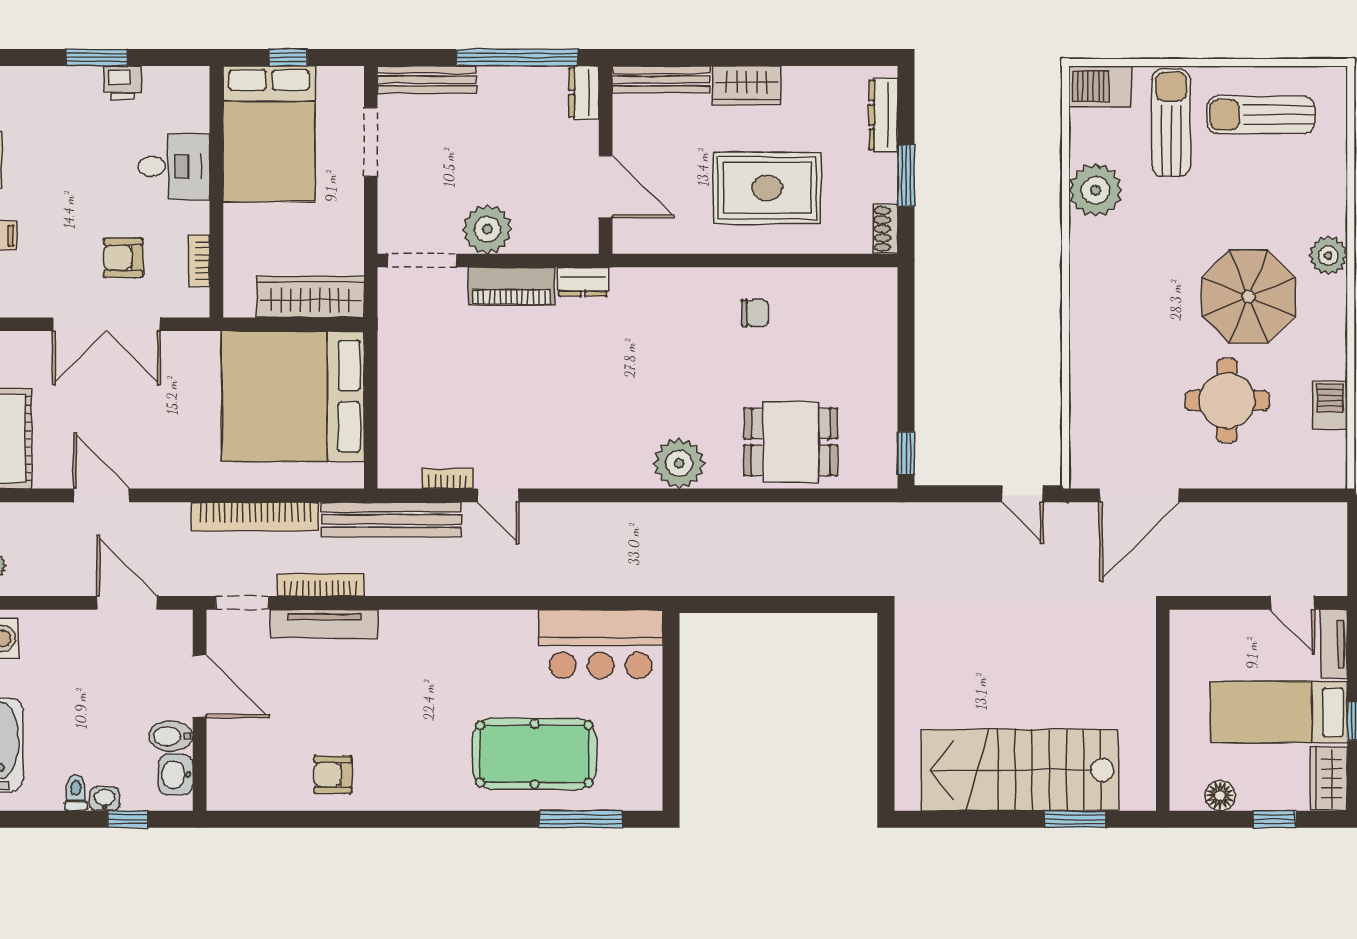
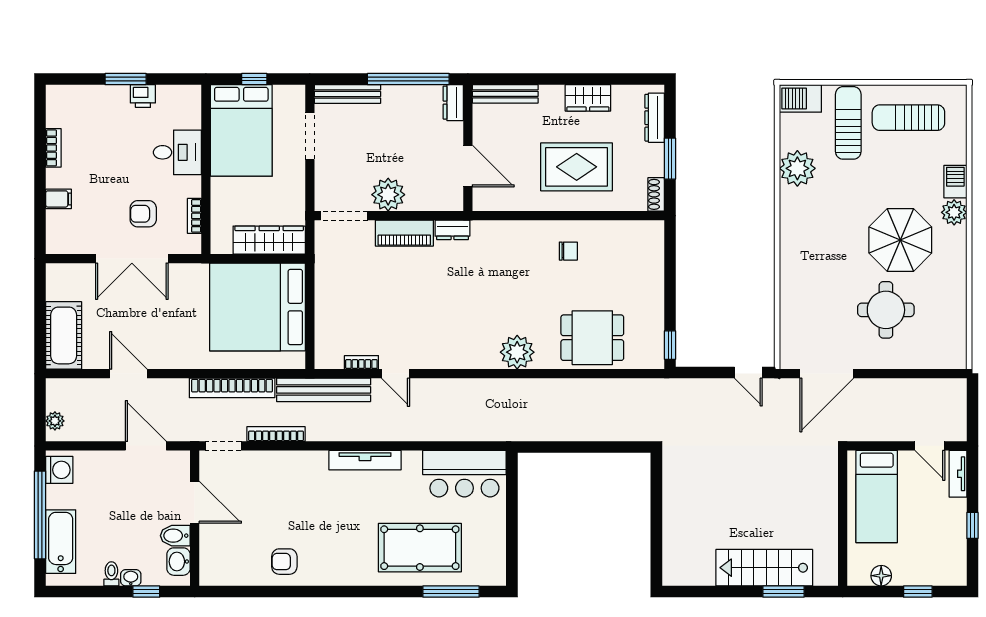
wardrobe: (747, 85) -> (588, 98), moved
barbecue: (1330, 405) -> (955, 182), moved
tv unit: (324, 624) -> (365, 460), moved
bed: (1279, 712) -> (877, 496), moved, turned -90
stairs: (1020, 770) -> (764, 568), width x0.73, depth x0.66
wardrobe: (1329, 779) -> (954, 564), removed

